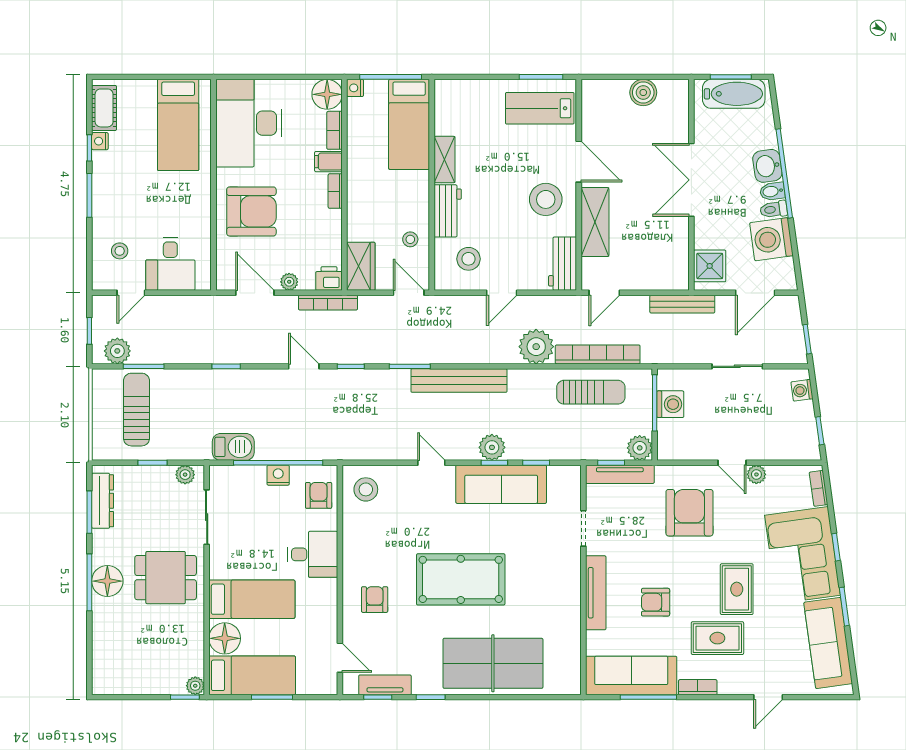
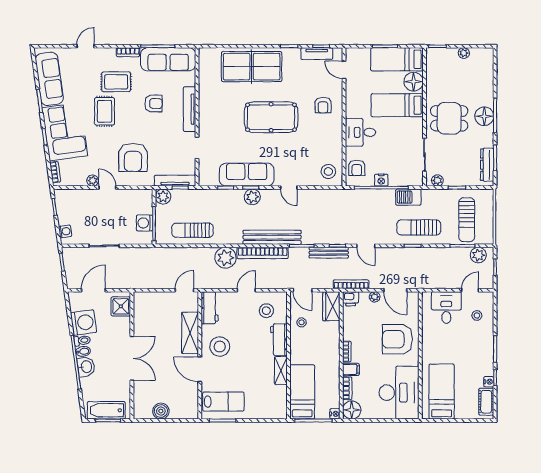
bench: (682, 304) -> (329, 253), moved
bookcase: (598, 354) -> (263, 253), moved
sun lounger: (216, 397) -> (419, 227), added
plant: (195, 686) -> (464, 53), moved

